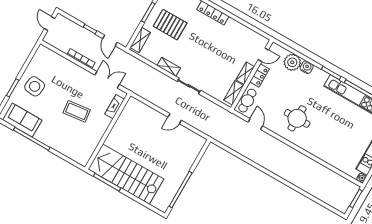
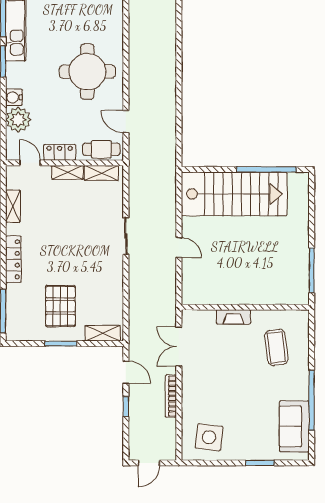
door: (110, 40) -> (126, 372), hinge flipped
shelving: (169, 67) -> (13, 206), moved
side table: (35, 86) -> (209, 437), moved
fireplace: (115, 107) -> (233, 317), moved
coffee table: (77, 111) -> (276, 347), moved
round table: (297, 118) -> (87, 72), width x1.36, depth x1.36
door: (175, 119) -> (179, 247), moved
door: (255, 124) -> (126, 122), hinge flipped
stairs: (126, 174) -> (234, 194), moved, turned -90

